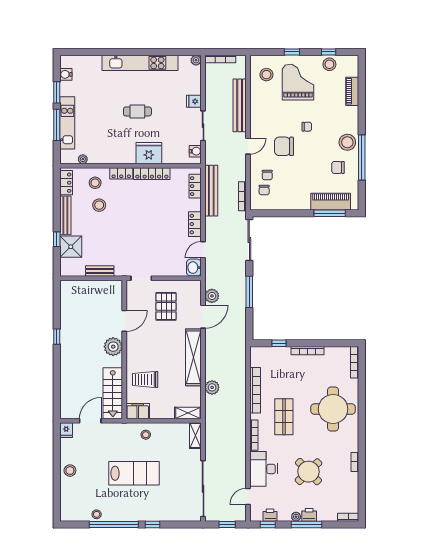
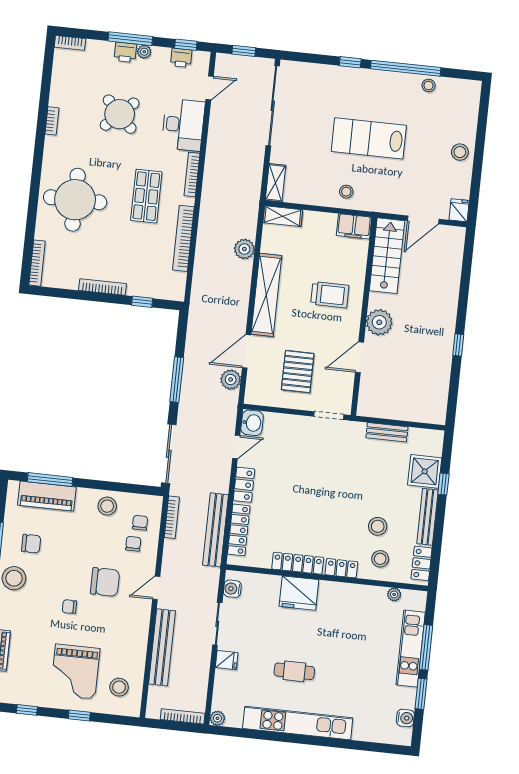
stool: (329, 64) -> (107, 506), moved
cafe table: (137, 111) -> (294, 671), moved
locker: (195, 186) -> (239, 530), width x1.53
trolley: (145, 380) -> (330, 295), moved

